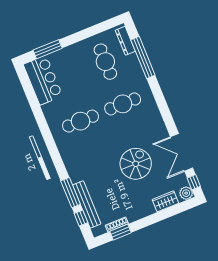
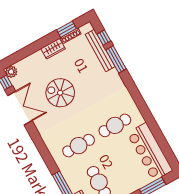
bar counter: (43, 80) -> (150, 152), width x1.36
spiral stairs: (136, 164) -> (60, 93), turned 90
wardrobe: (165, 201) -> (53, 49), moved

